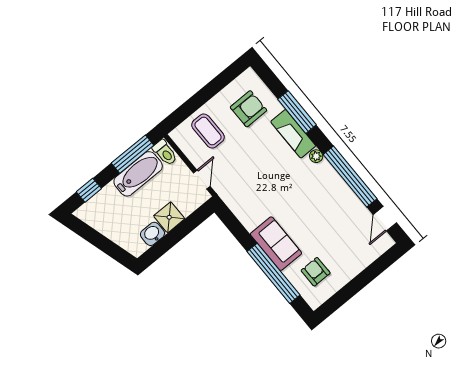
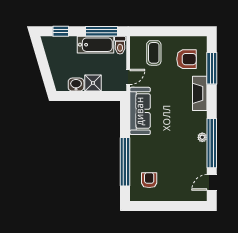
window: (297, 112) -> (212, 68), moved
plant: (316, 156) -> (202, 137), moved
sofa: (276, 244) -> (140, 111), moved, width x1.36

